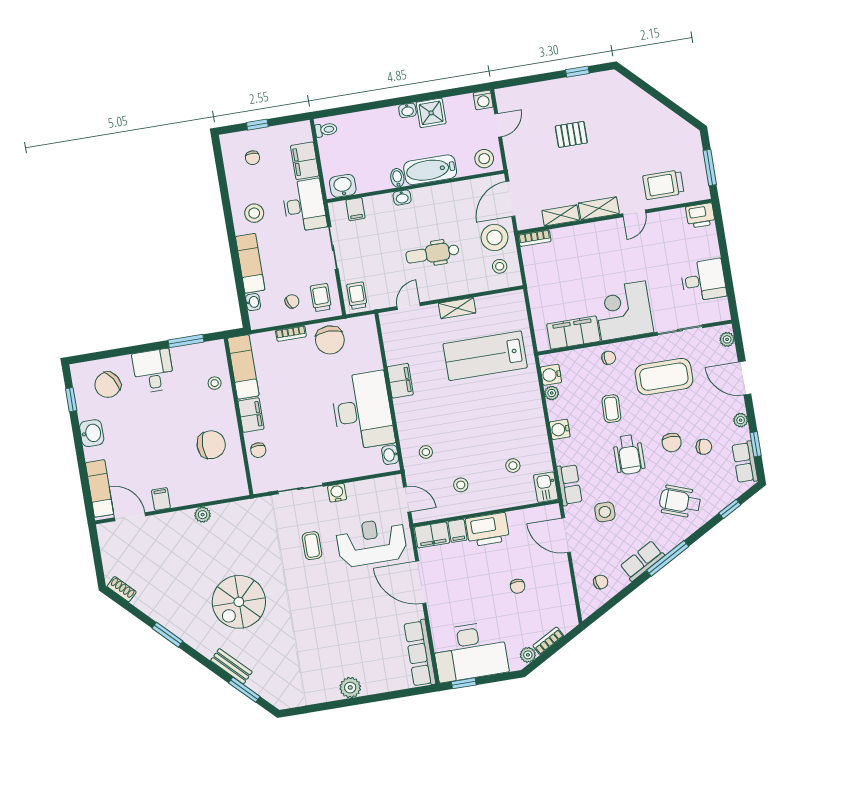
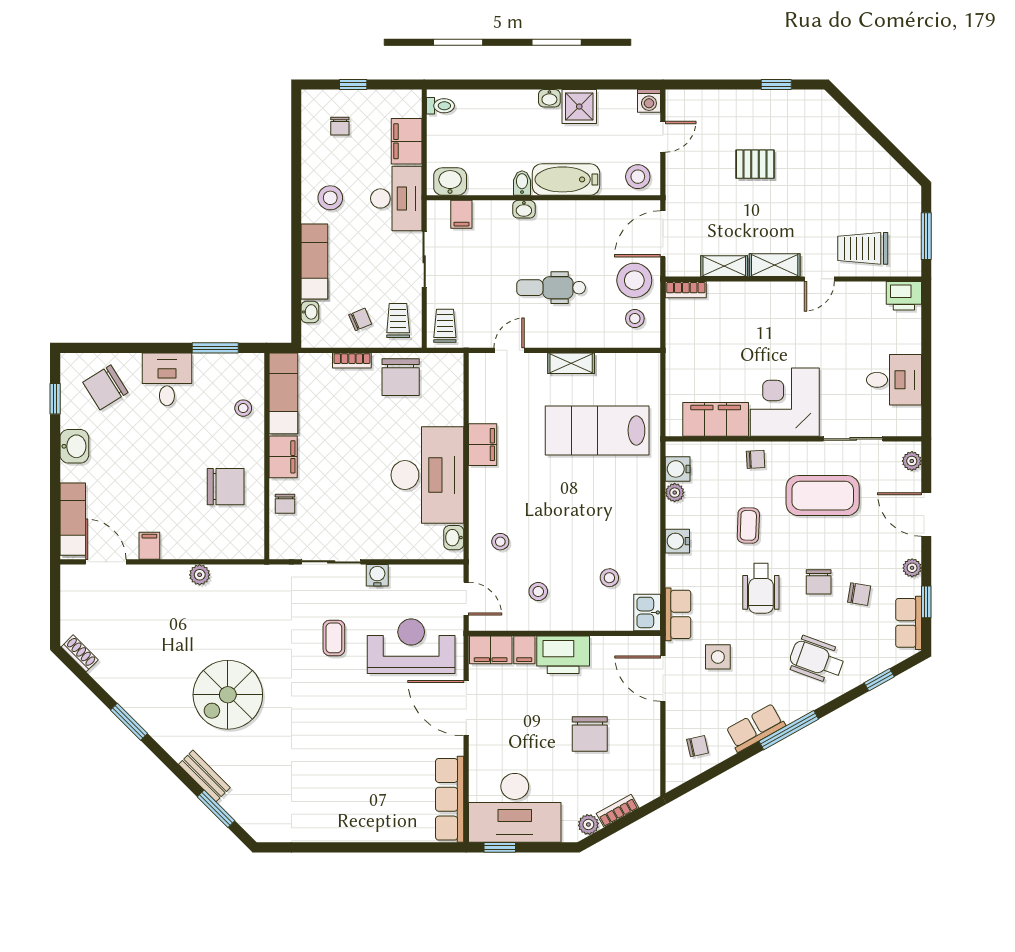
chair: (518, 586) -> (590, 734), width x1.87, depth x1.87
plant: (350, 688) -> (353, 829), removed

